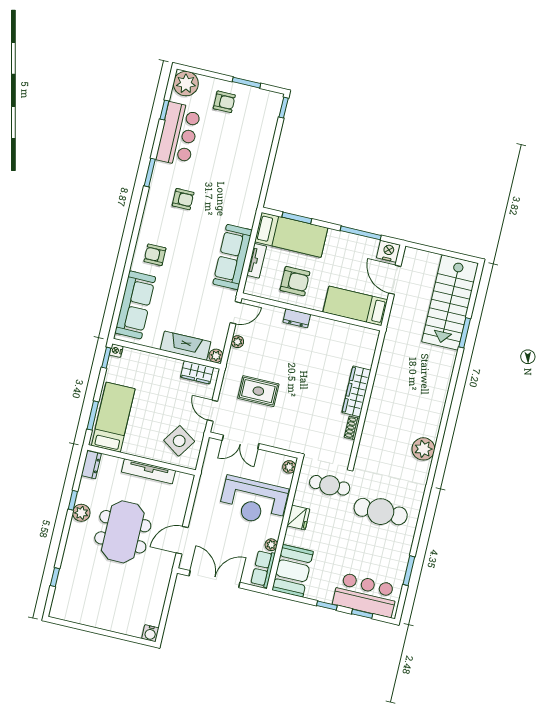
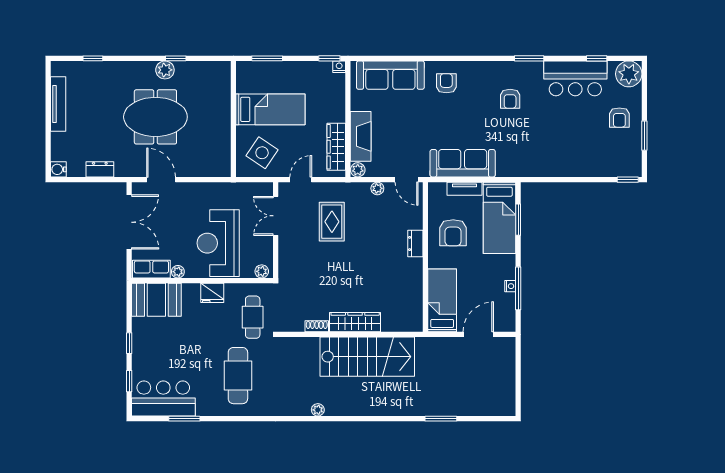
nightstand: (388, 251) -> (510, 286), moved, width x0.53, depth x0.56
stairs: (450, 302) -> (367, 357), moved, turned 180
wardrobe: (197, 372) -> (336, 147), width x1.50
bed: (113, 417) -> (270, 109), moved
plant: (423, 449) -> (318, 410), width x0.53, depth x0.53
dresser: (91, 465) -> (100, 169), moved, turned 180
tv unit: (148, 471) -> (58, 104), moved, turned 180
bar counter: (365, 595) -> (163, 399), moved, turned -90

